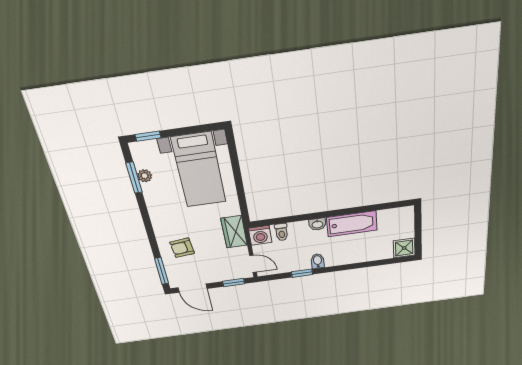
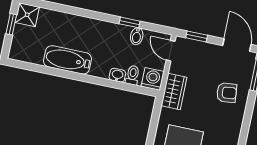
washbasin: (317, 224) -> (117, 75), moved
window: (418, 235) -> (11, 24), added
bidet: (318, 261) -> (137, 36), moved

